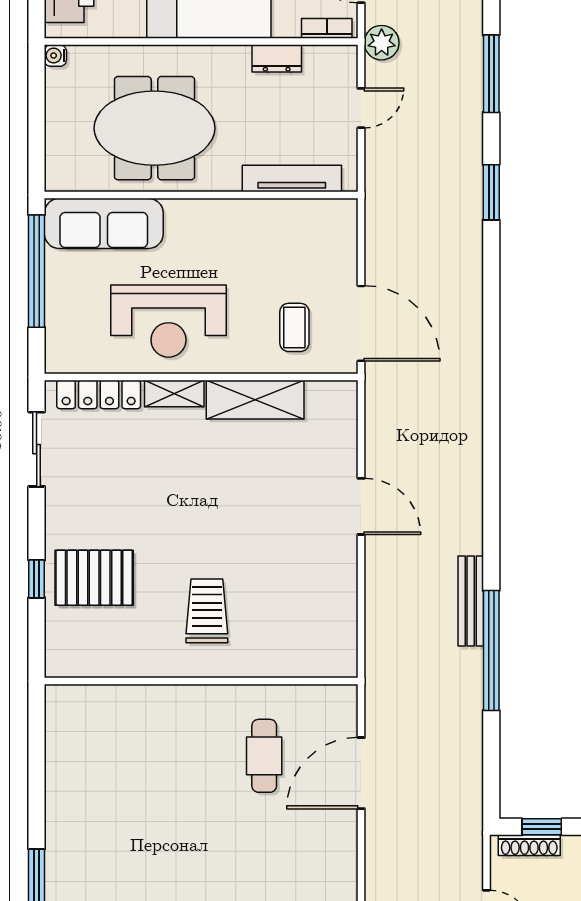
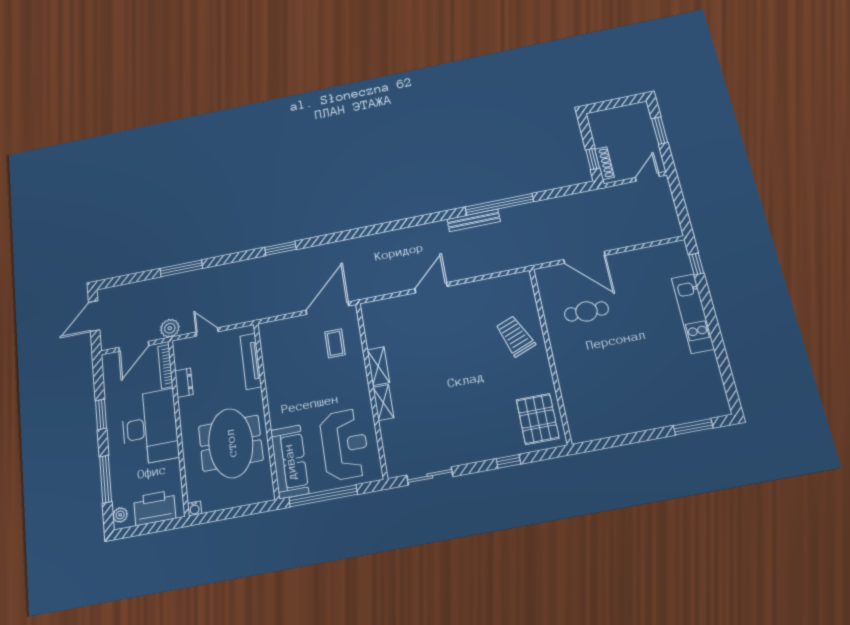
bookcase: (327, 28) -> (165, 367), width x1.56
window: (491, 192) -> (280, 248), moved
reception desk: (169, 321) -> (345, 445), moved
coffee table: (294, 327) -> (335, 343), turned 90
locker: (99, 394) -> (391, 446), removed
shelving: (255, 400) -> (378, 366), width x0.67, depth x0.75
pallet: (94, 578) -> (538, 419), moved
trolley: (207, 611) -> (515, 336), moved, turned 68

